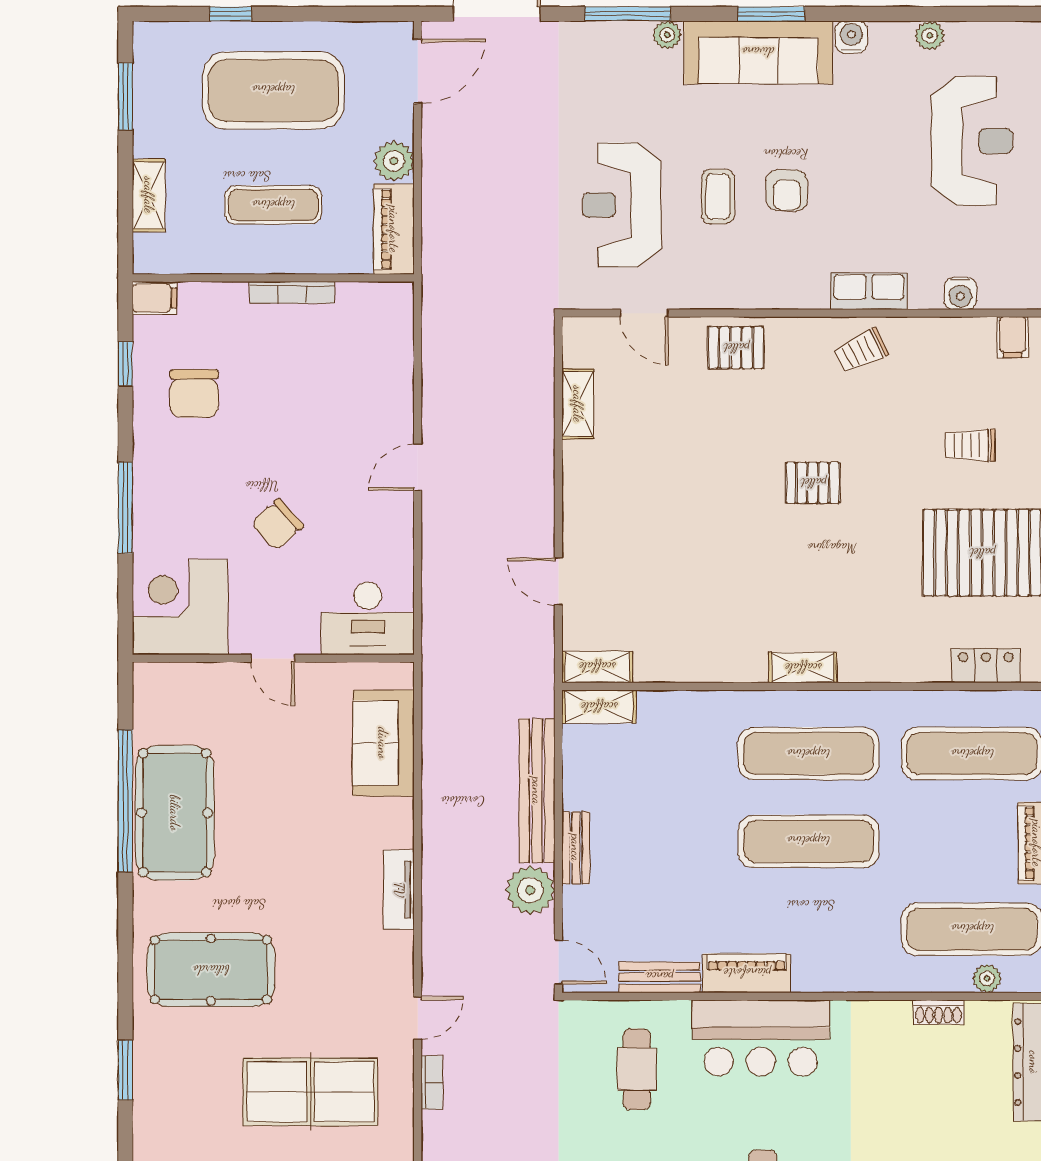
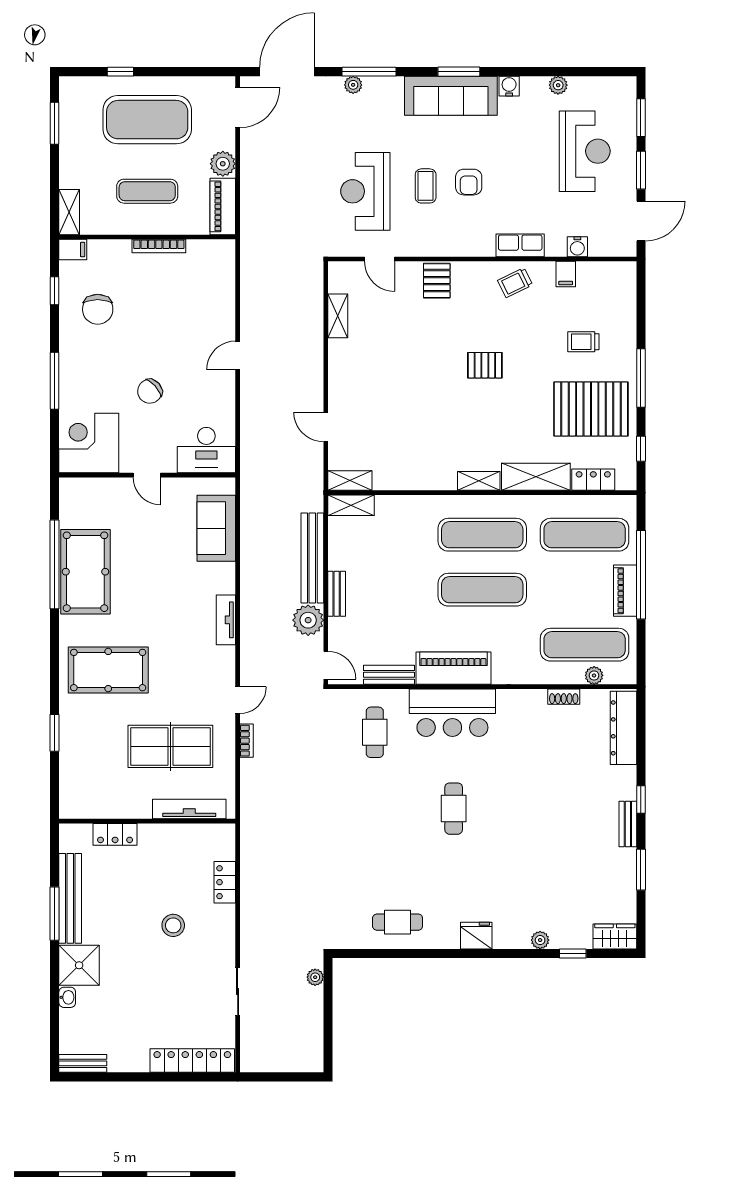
plant: (667, 35) -> (353, 85), moved
shelving: (149, 195) -> (69, 212), moved
filing cabinet: (1013, 337) -> (566, 274), moved
pallet: (736, 348) -> (437, 281), turned 90
shelving: (894, 661) -> (536, 477), added
piano: (747, 973) -> (454, 668), width x1.37, depth x1.33

